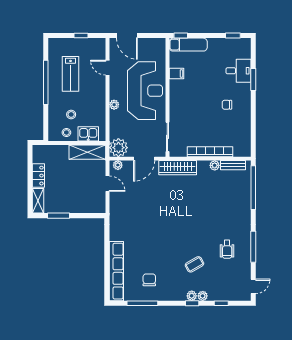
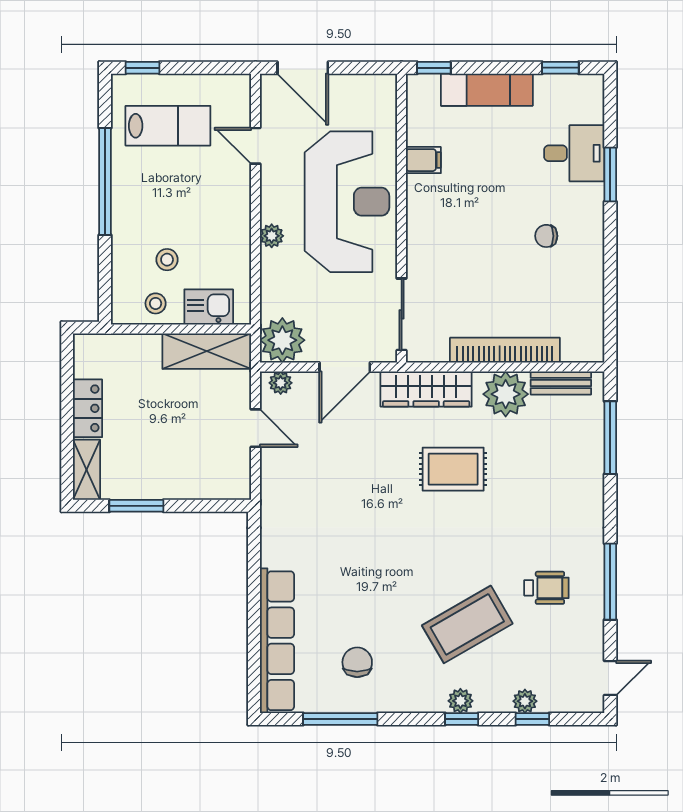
window: (81, 36) -> (142, 68), moved
exam couch: (188, 45) -> (487, 90), moved
lab bench: (70, 74) -> (168, 126), moved, turned -90
plant: (215, 165) -> (506, 394), width x1.87, depth x1.87
window: (253, 188) -> (610, 438), width x0.68
rug: (189, 201) -> (453, 469), added
wheelchair: (227, 249) -> (546, 588), turned -90
coffee table: (195, 264) -> (467, 624), width x1.86, depth x1.72
plant: (203, 296) -> (525, 701), moved

